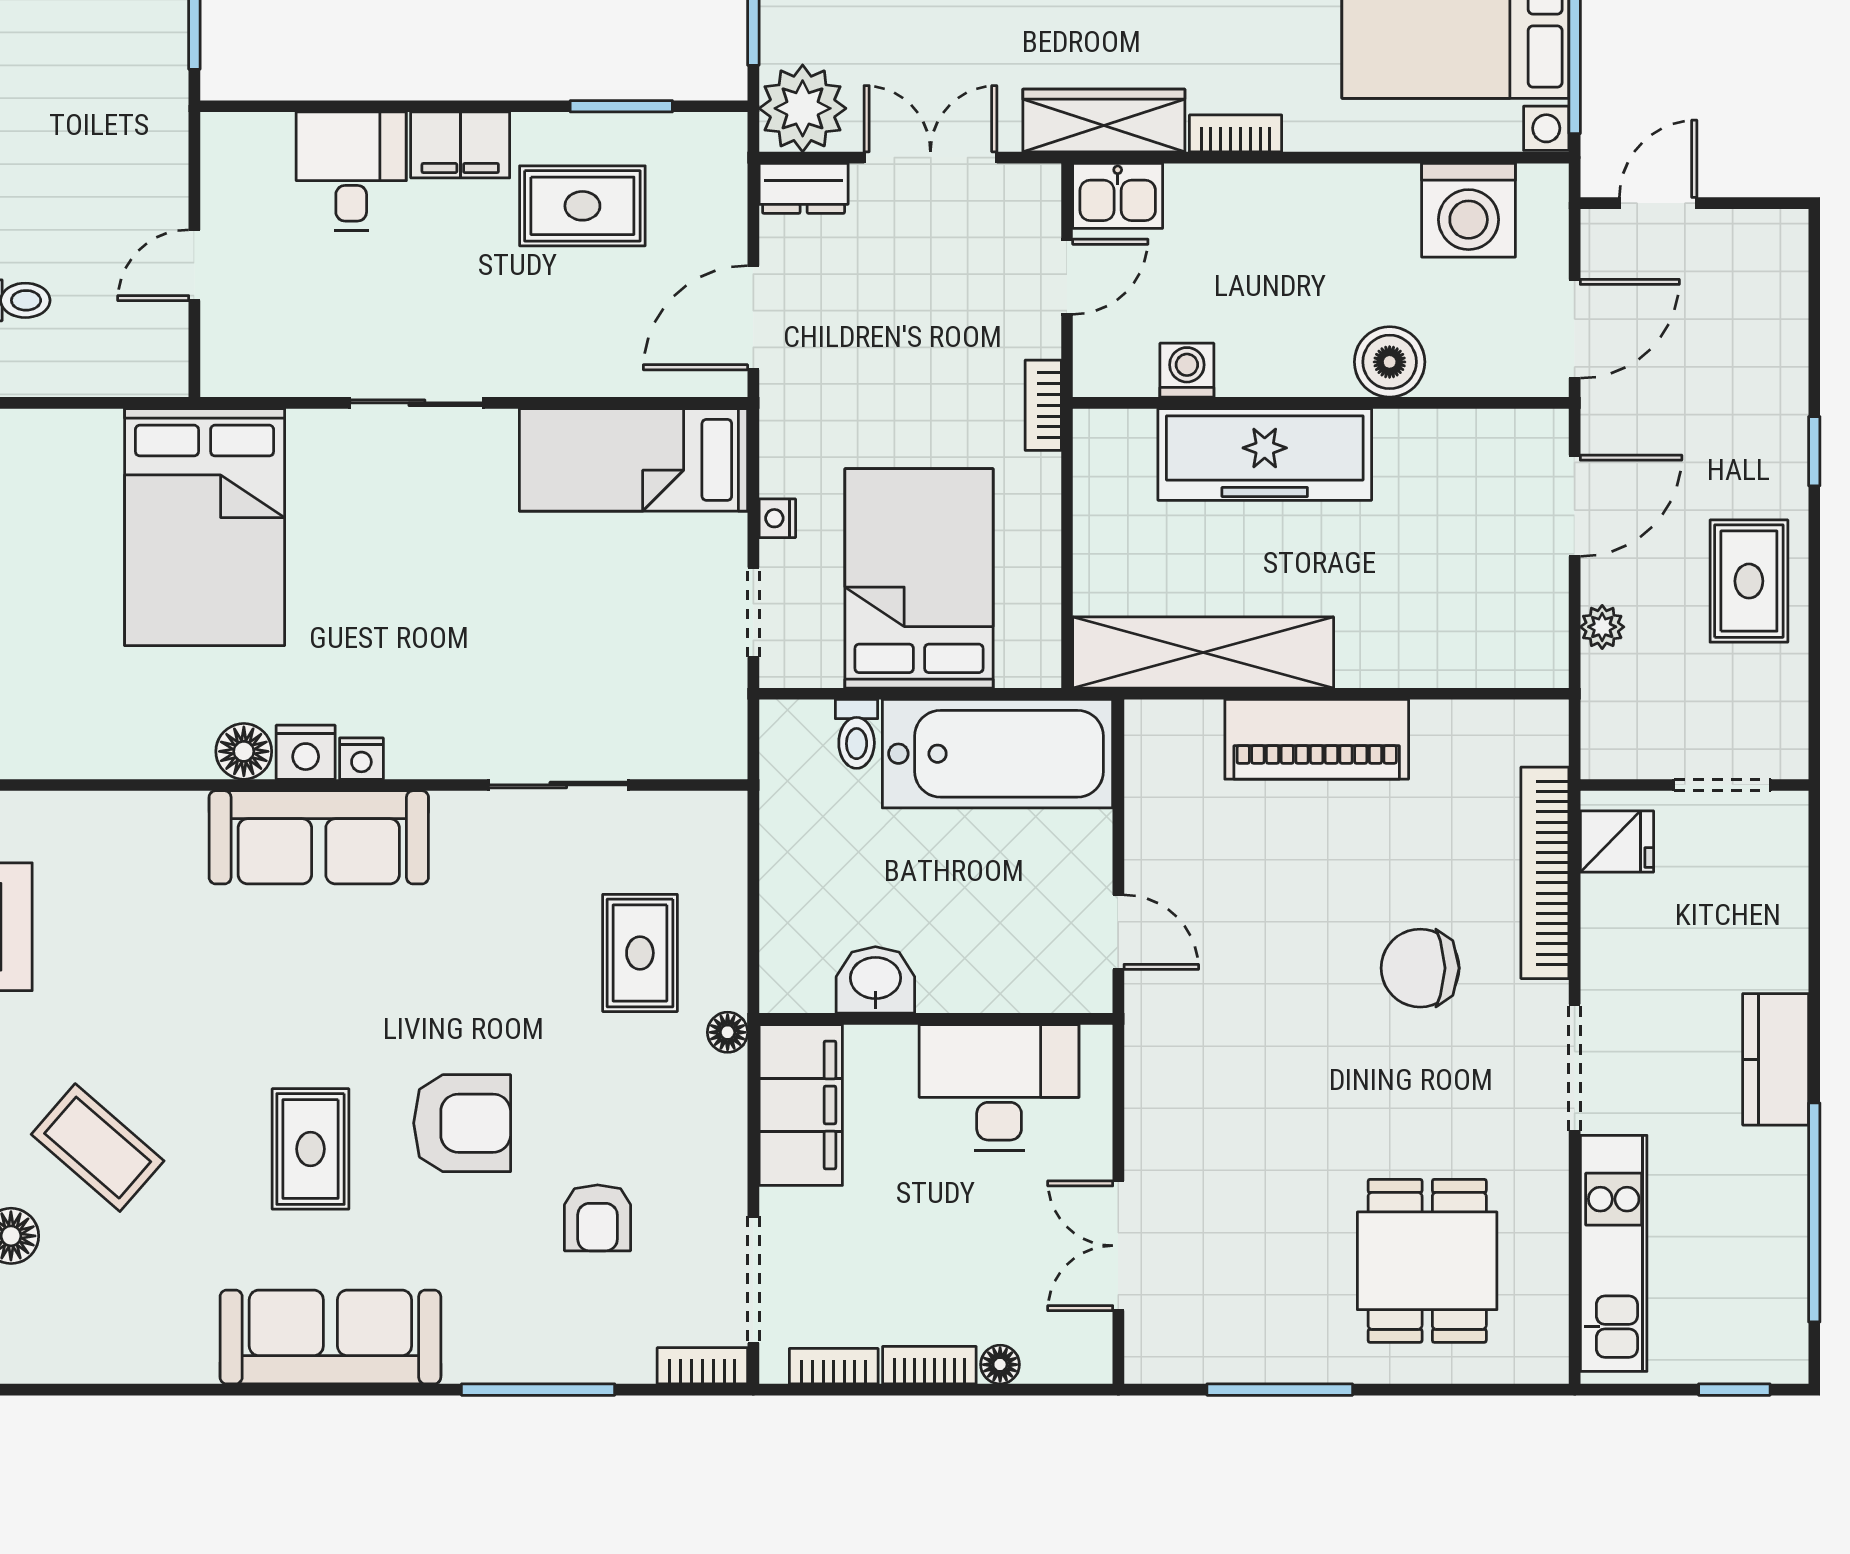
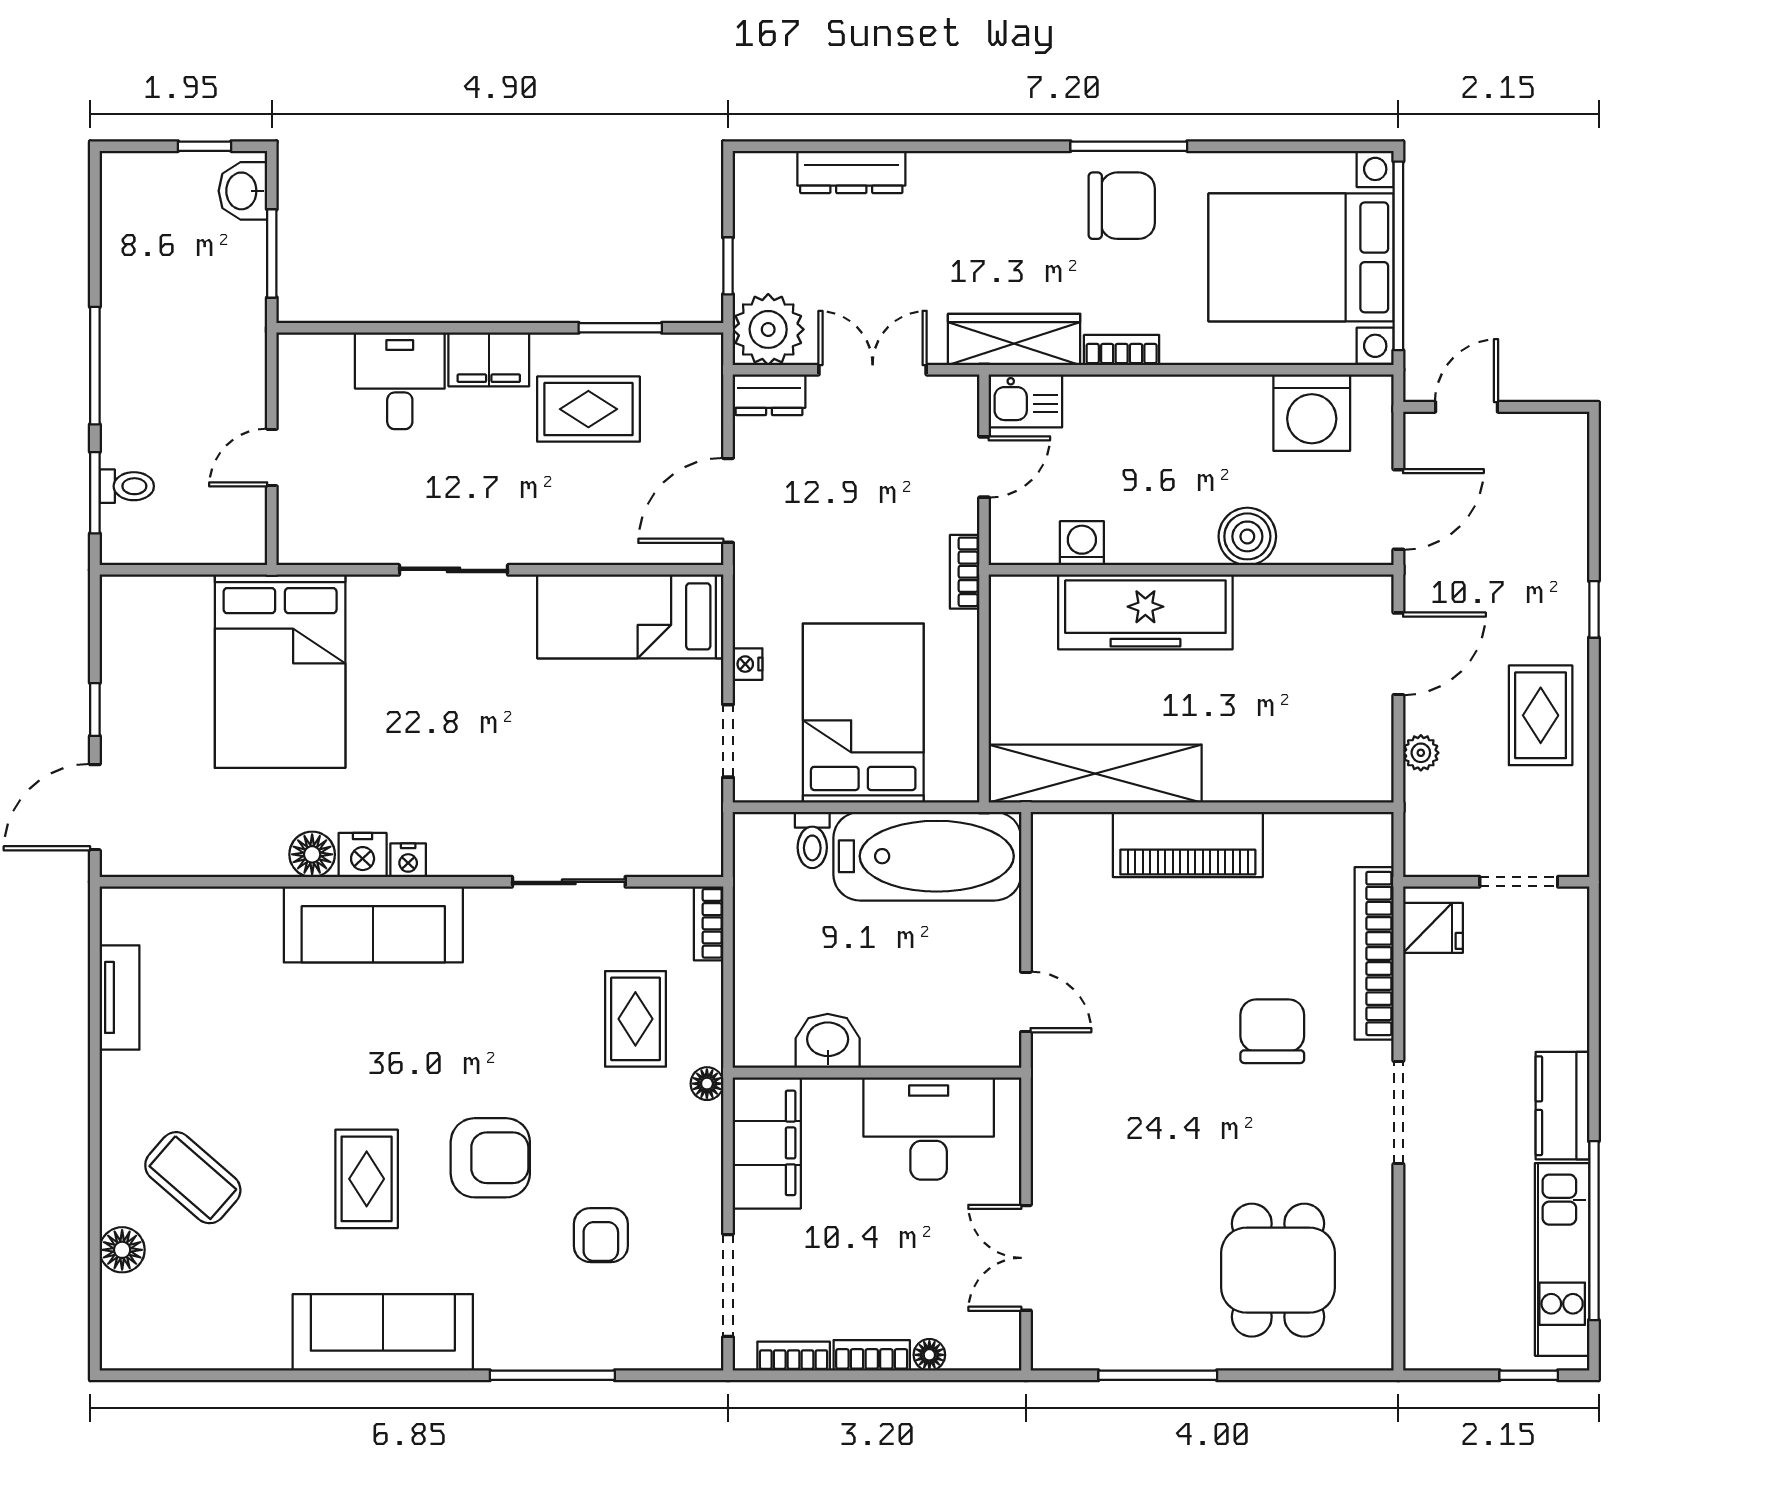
chair: (1420, 968) -> (1272, 1031), turned 90
kitchen unit: (1614, 1253) -> (1562, 1259), moved, turned 180
bookcase: (702, 1366) -> (709, 923), moved, turned -90

